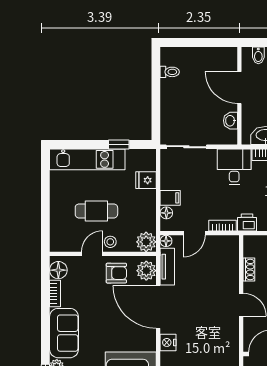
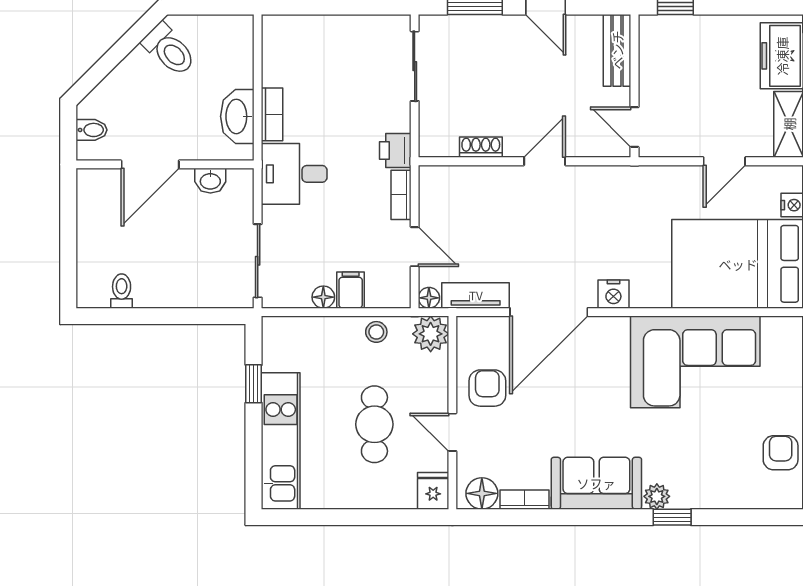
fridge: (146, 180) -> (433, 491), moved, turned 180
floor lamp: (166, 213) -> (323, 297), moved
stool: (110, 242) -> (376, 332), moved
plant: (146, 271) -> (483, 334), removed

